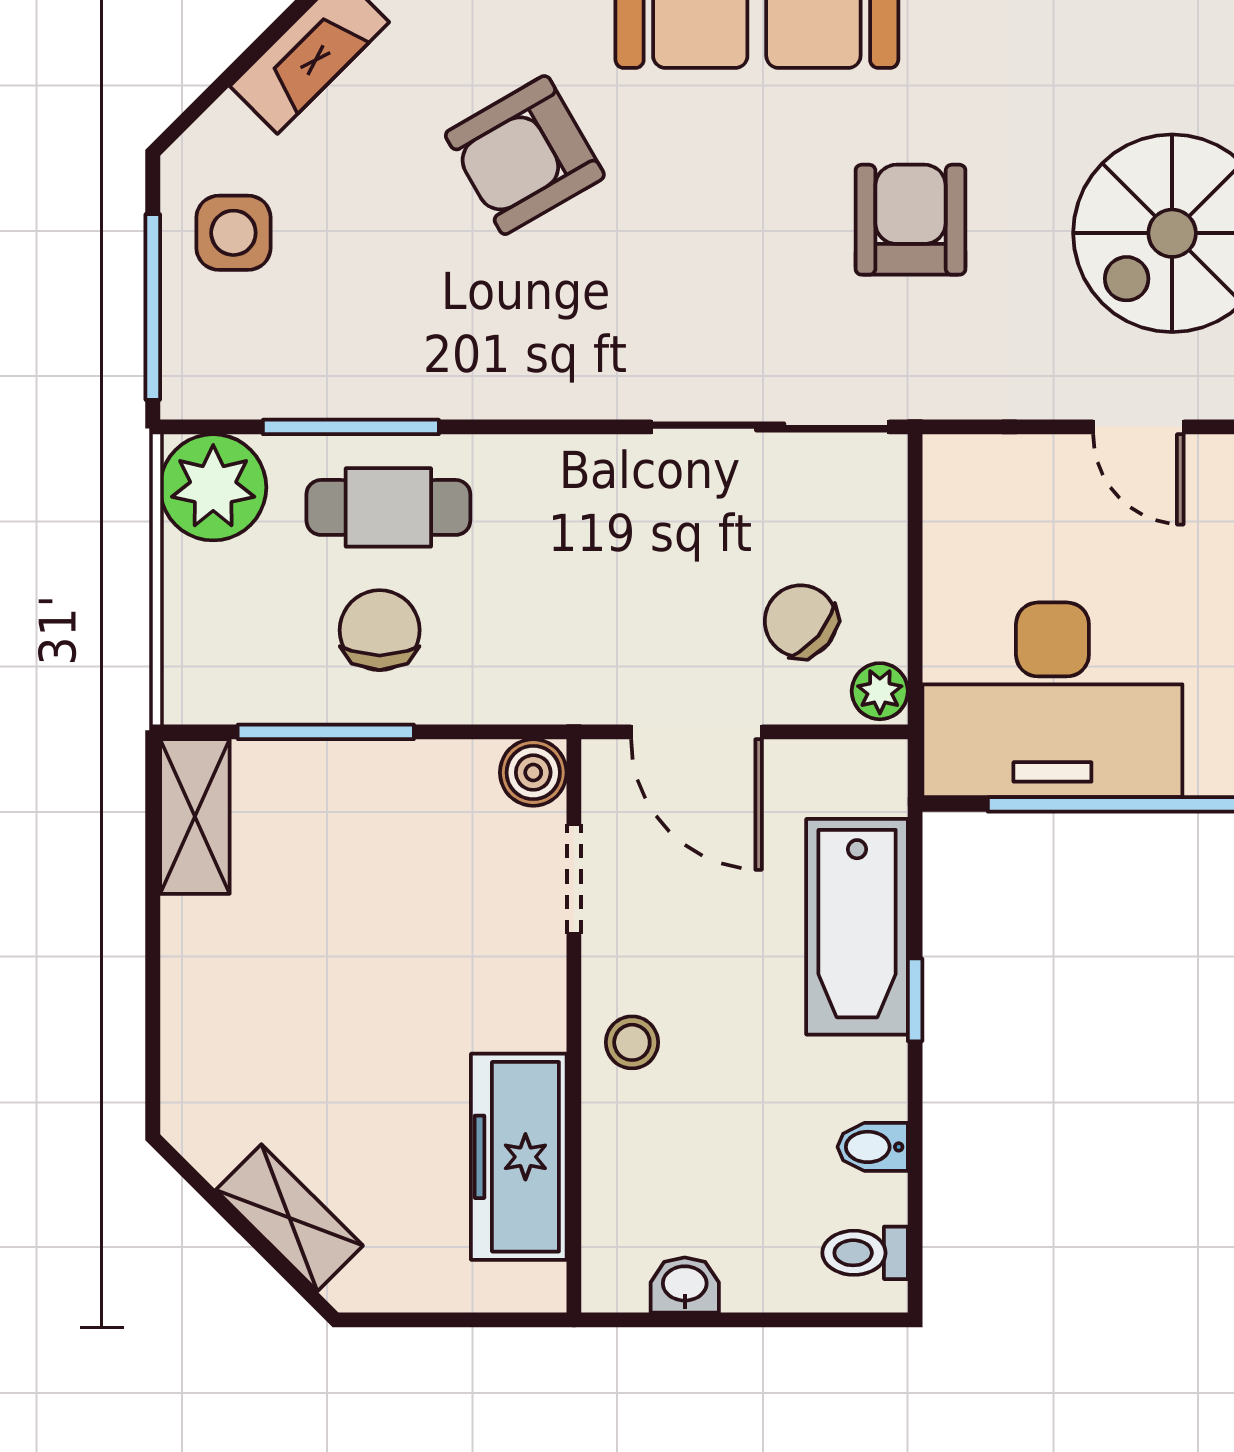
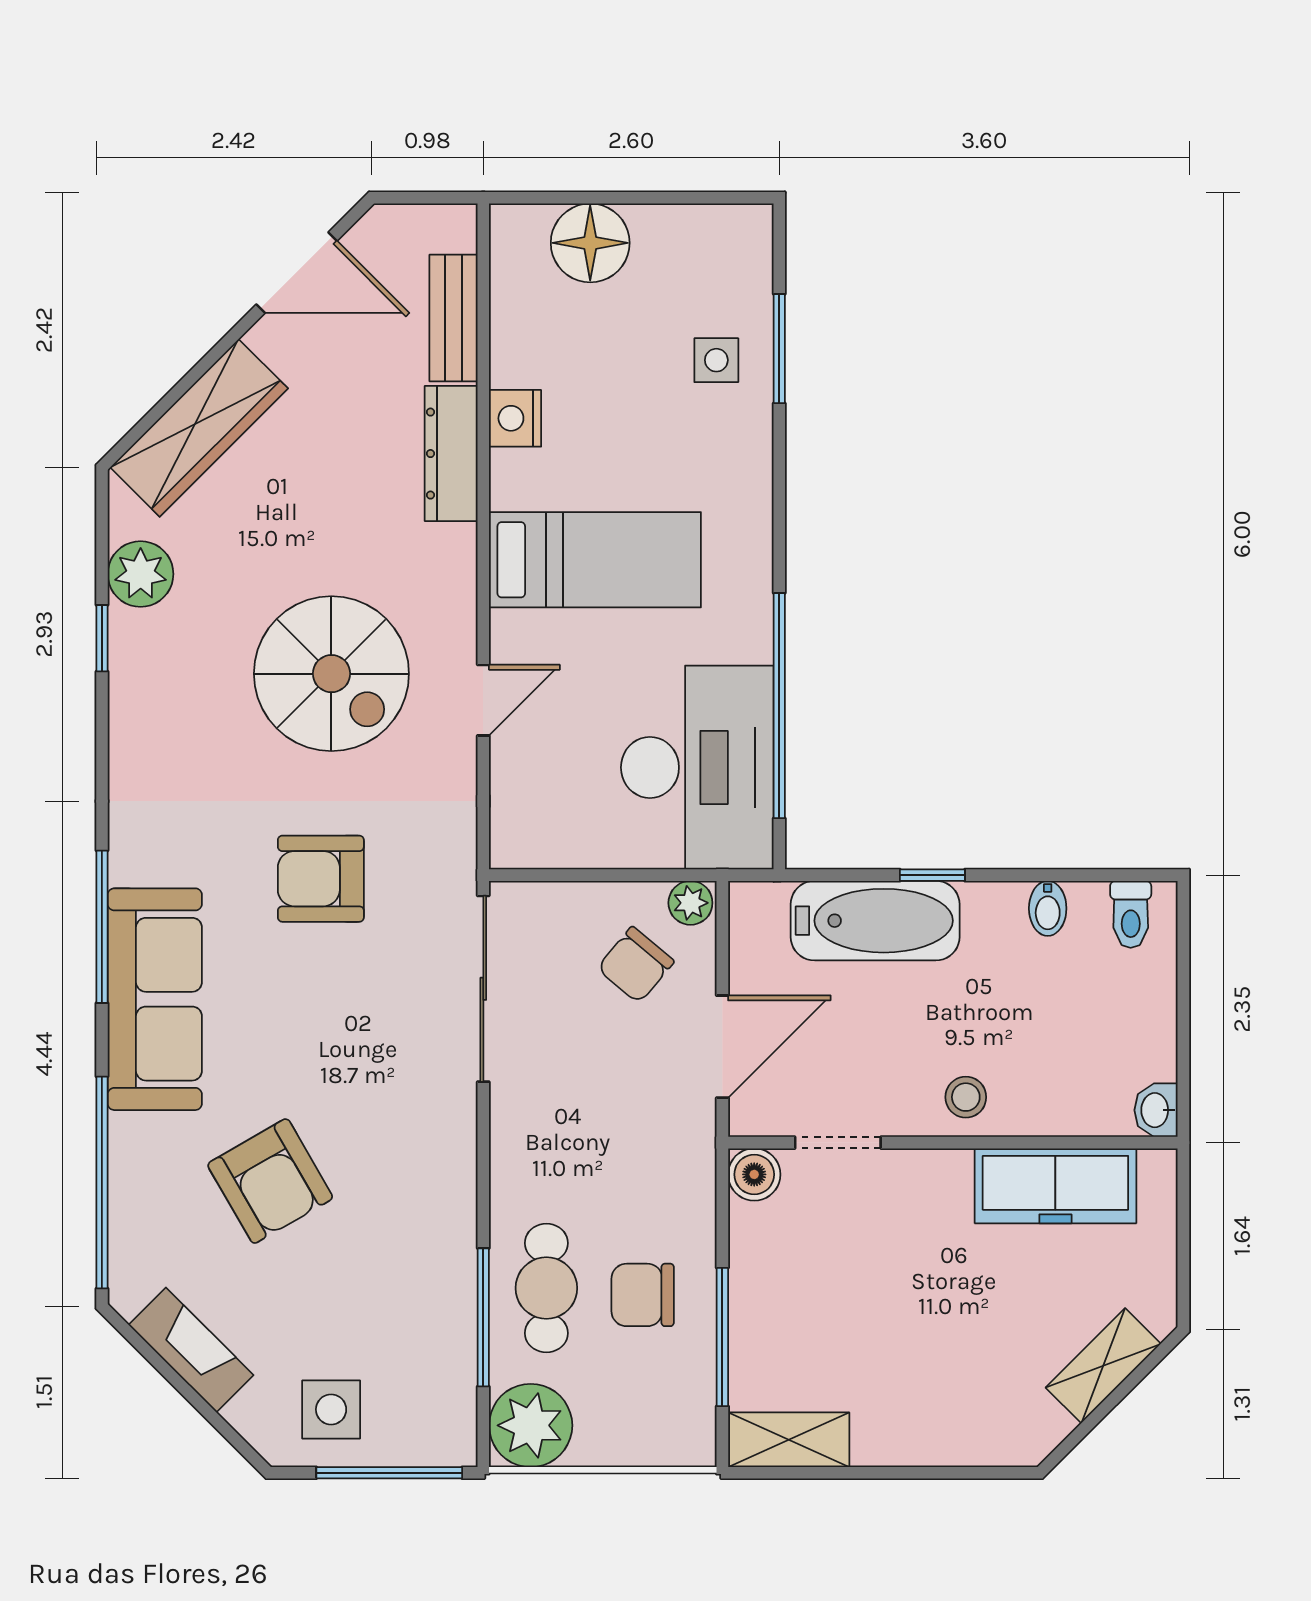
washbasin: (685, 1285) -> (1156, 1110), moved

